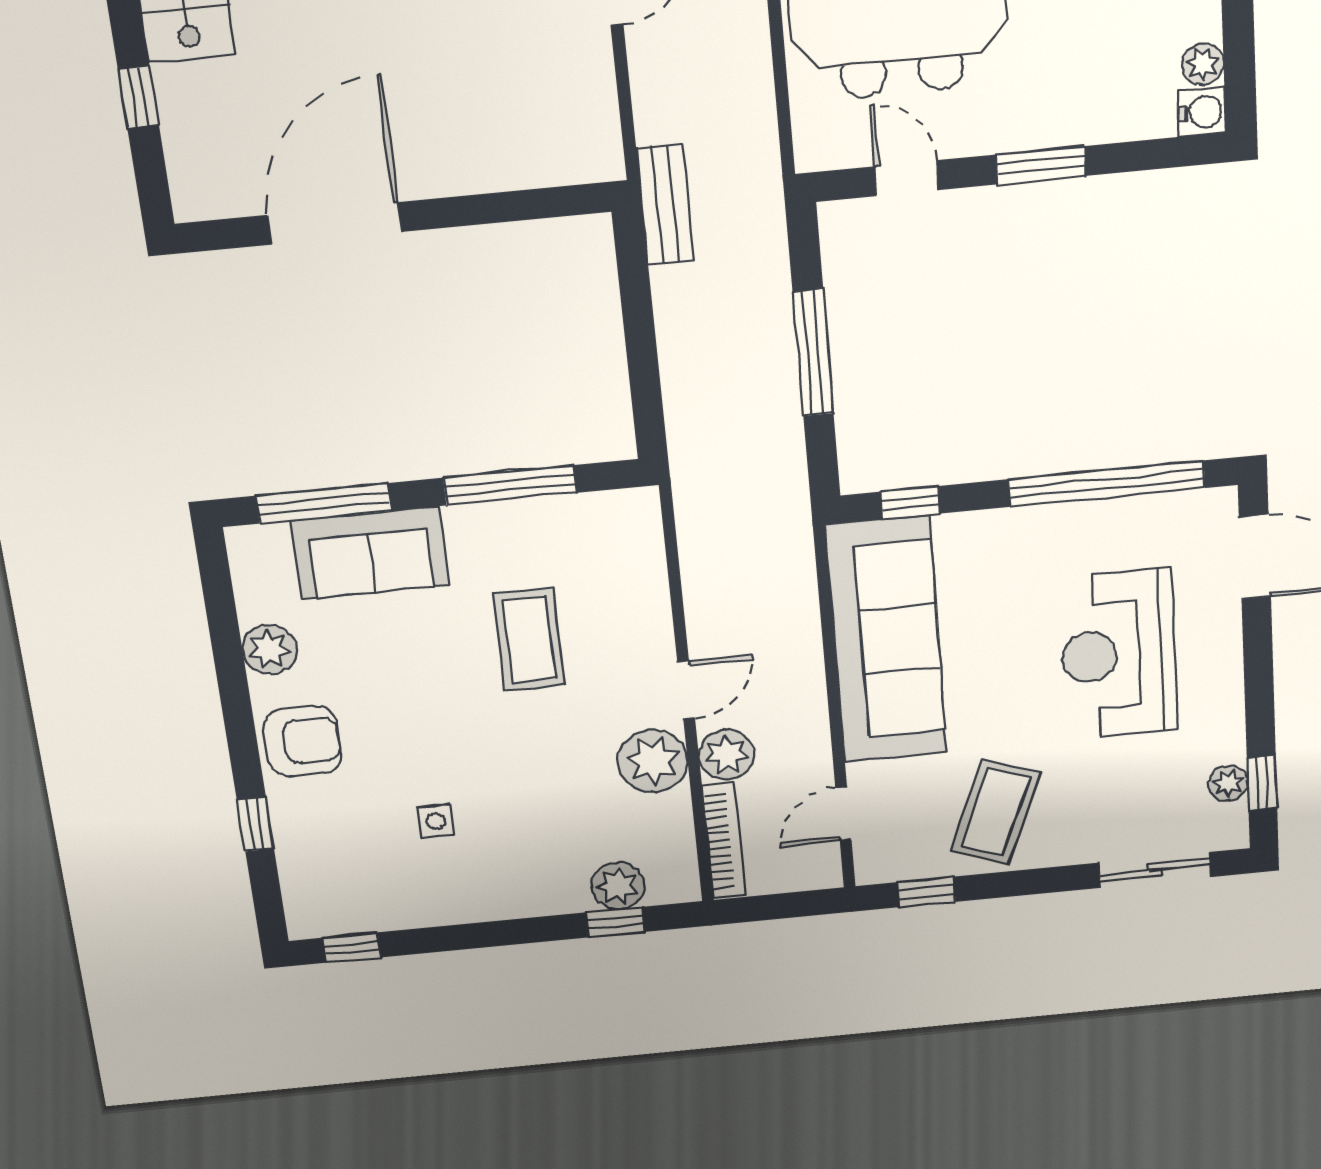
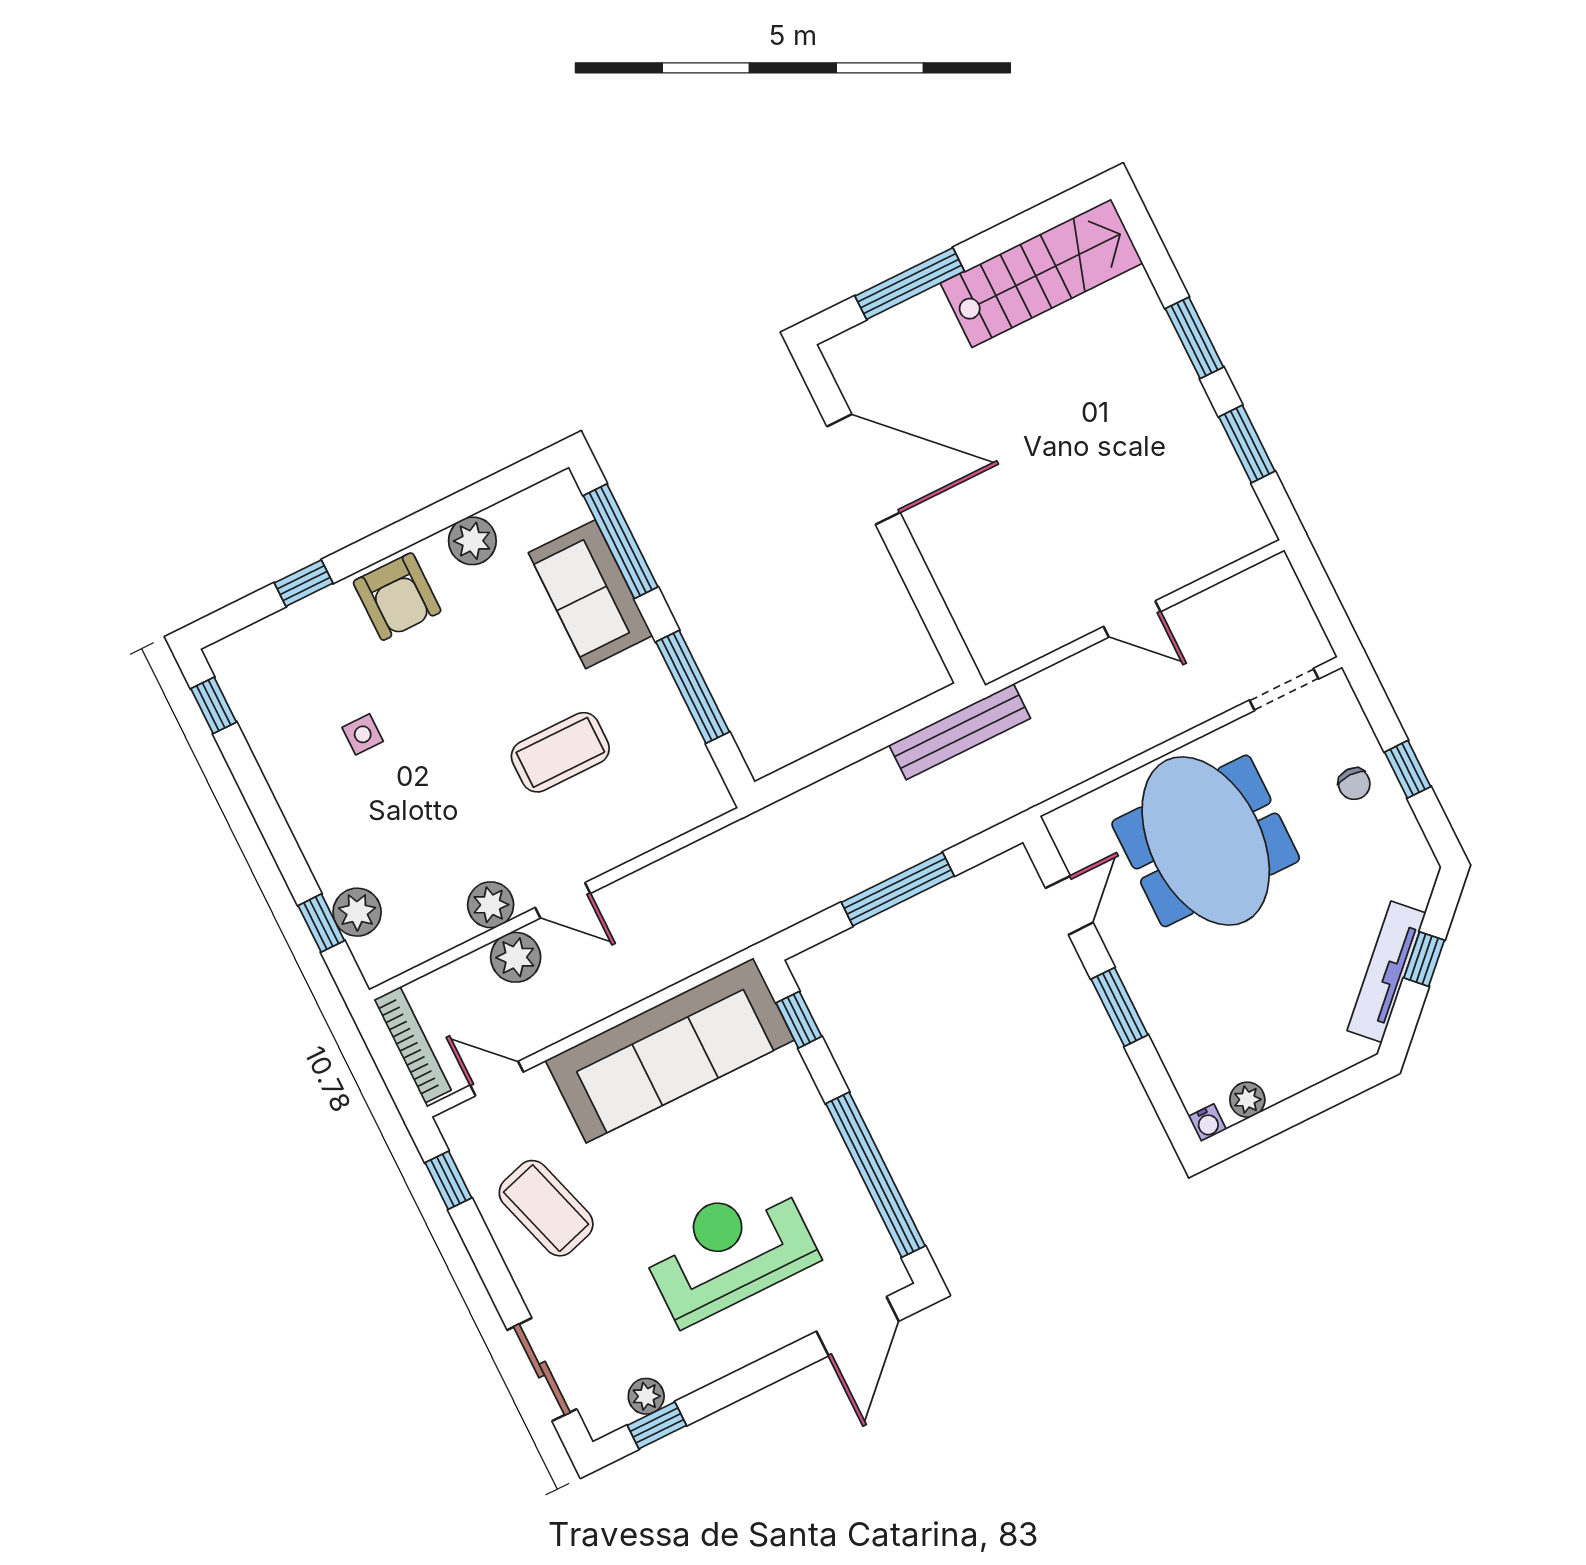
window: (138, 97) -> (910, 284), width x2.17
water cooler: (1202, 112) -> (1207, 1123), width x0.72, depth x0.72
bench: (665, 205) -> (960, 732), width x1.36
plant: (653, 761) -> (491, 905), width x0.73, depth x0.73
coffee table: (995, 812) -> (546, 1208), turned 52
bookcase: (724, 840) -> (412, 1045), moved, turned -90

